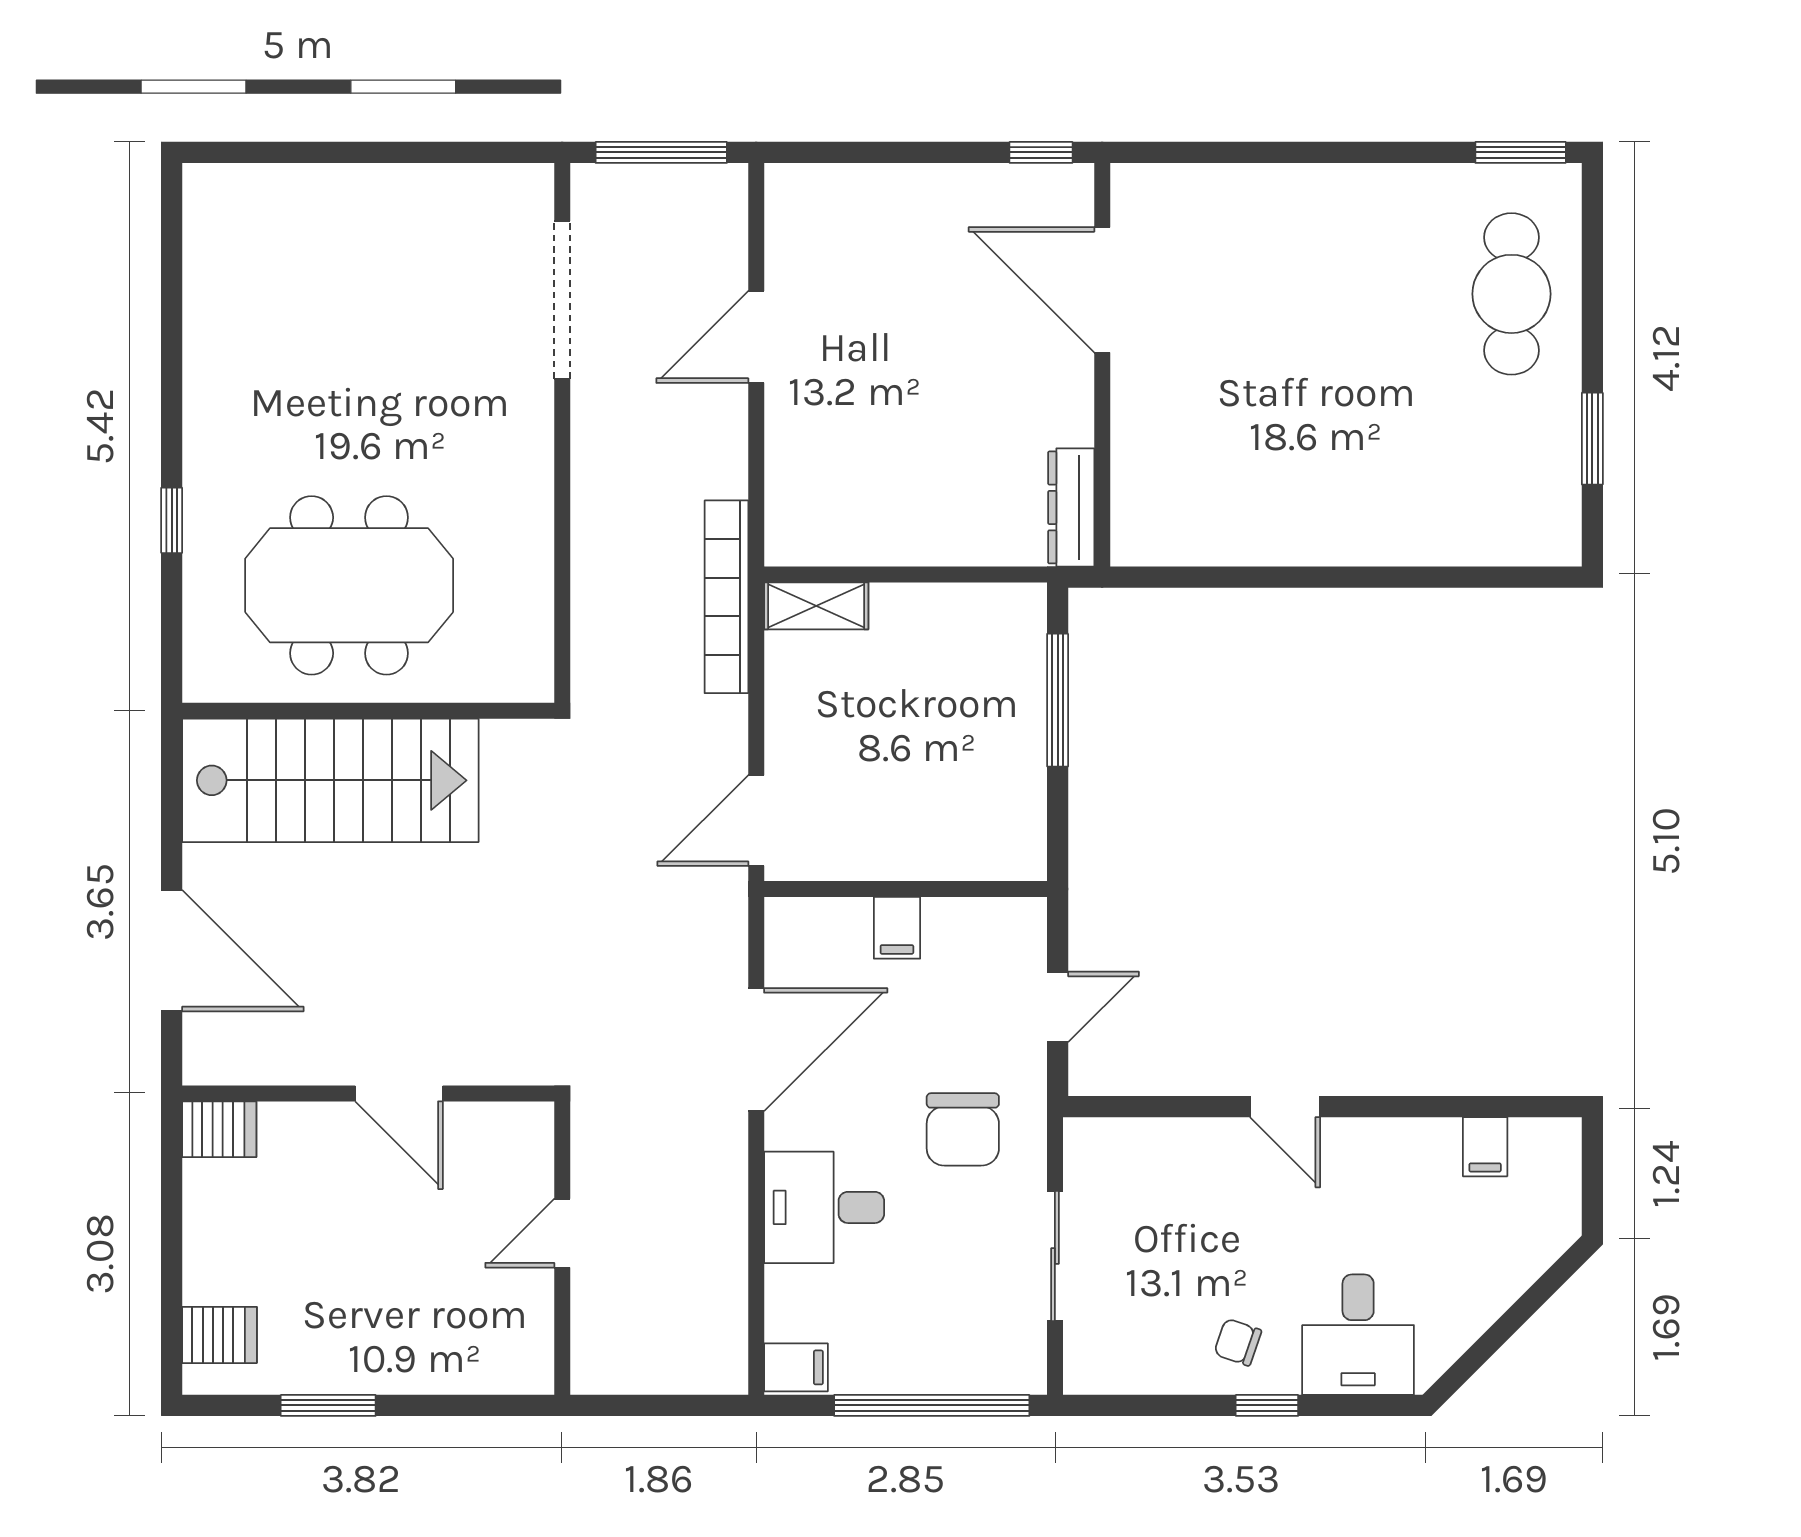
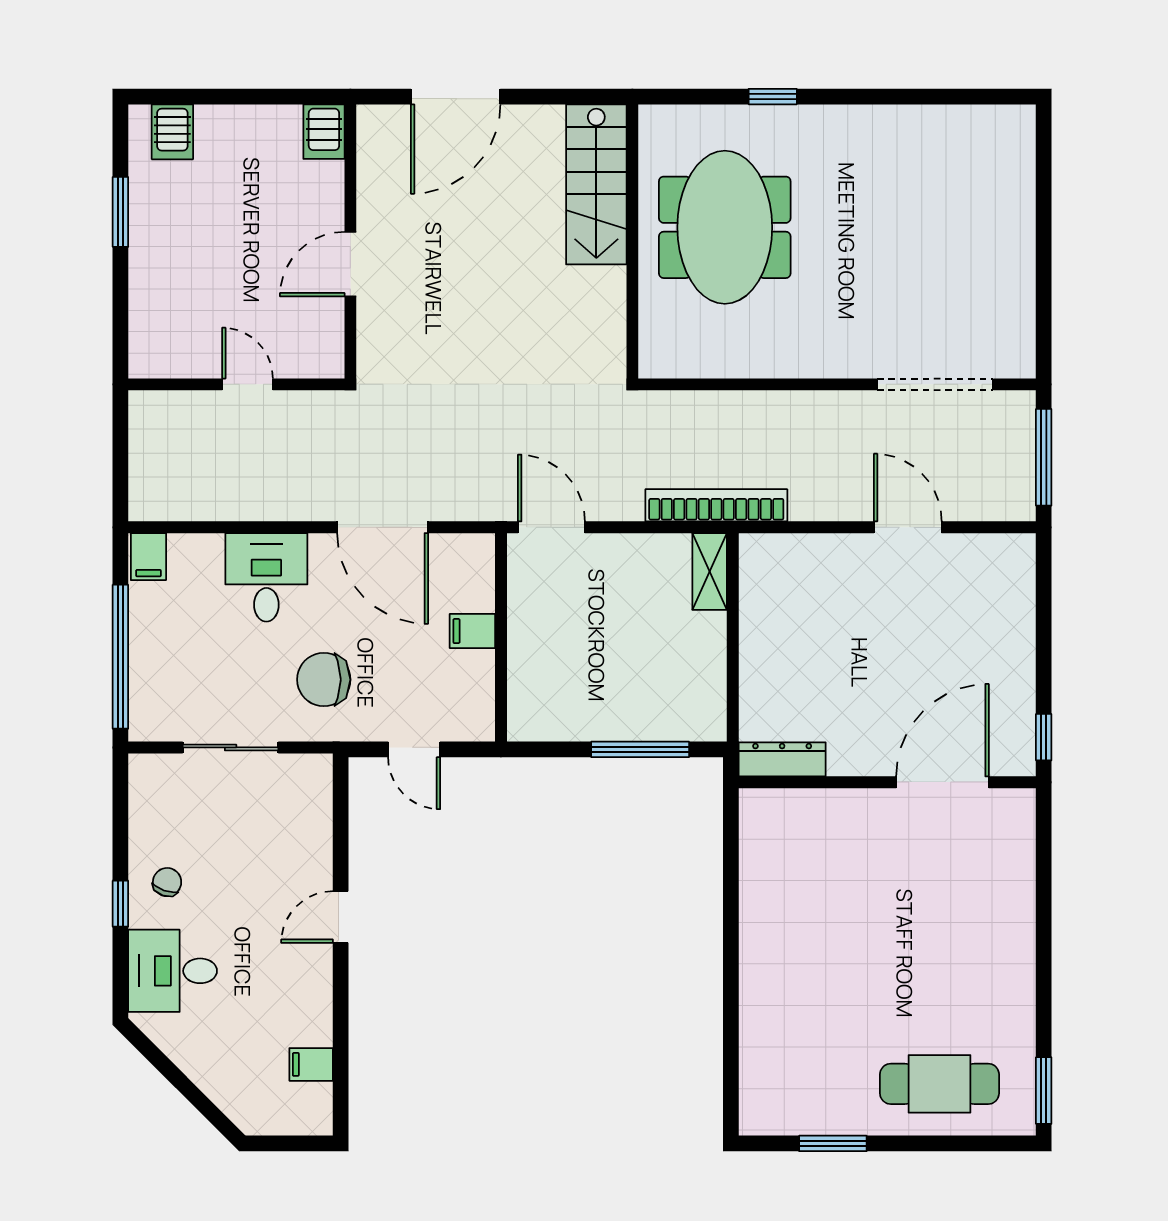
stairs: (330, 780) -> (596, 184), width x0.73, depth x0.66

